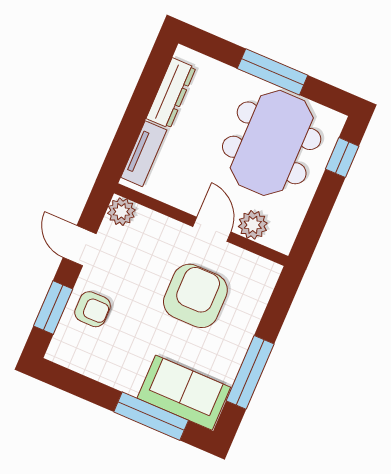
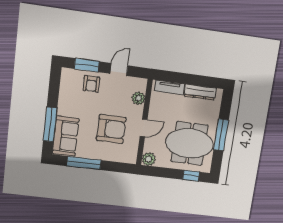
plant: (121, 212) -> (138, 98), moved
plant: (253, 225) -> (149, 159), moved

